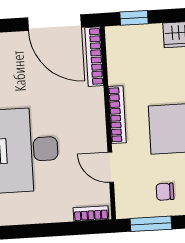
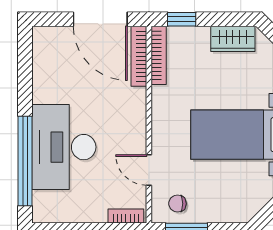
bookcase: (117, 115) -> (159, 55), moved
chair: (165, 192) -> (177, 204), moved

